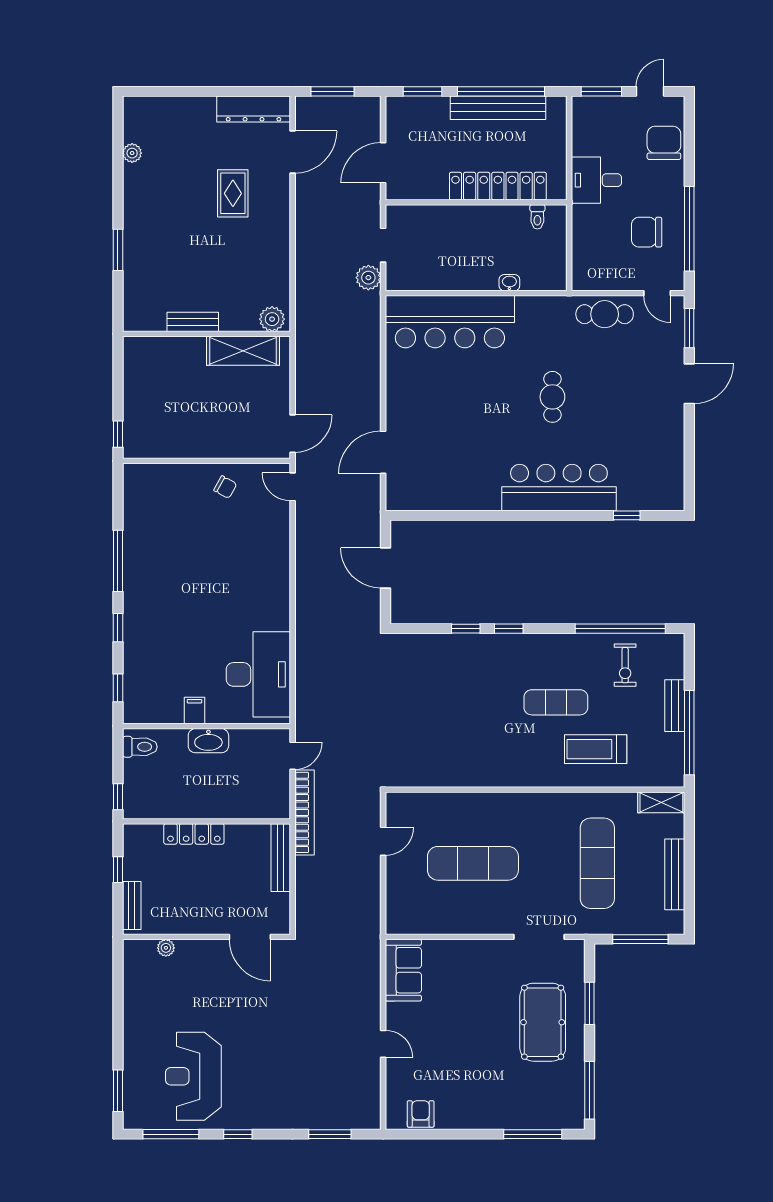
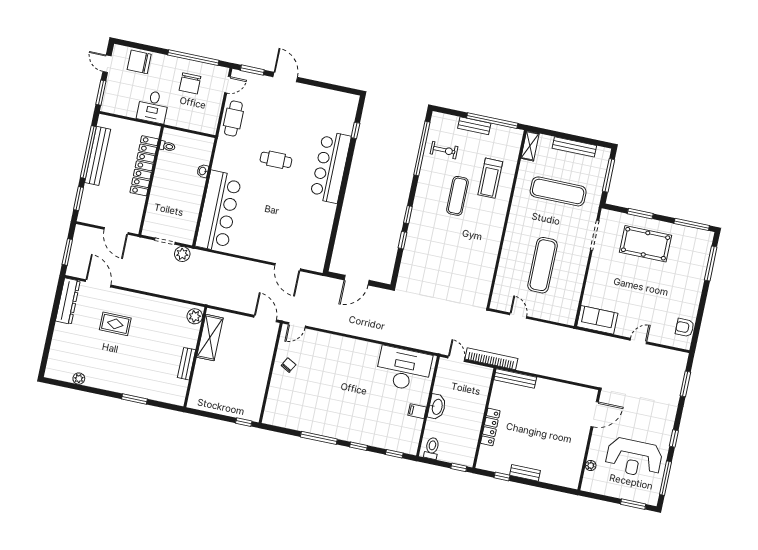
wall: (206, 937) -> (589, 440), moved
door: (250, 937) -> (595, 414), moved
plant: (166, 948) -> (591, 465), moved

